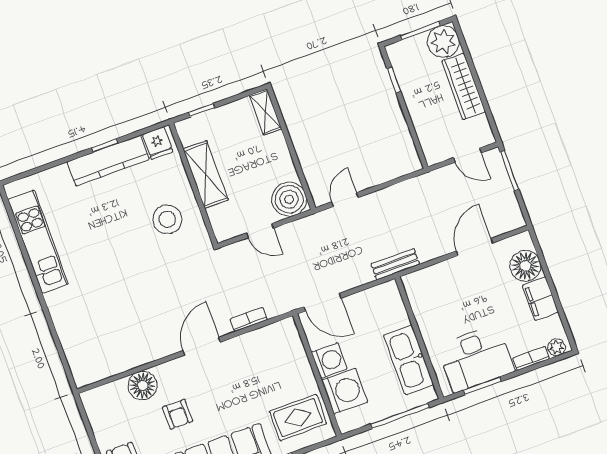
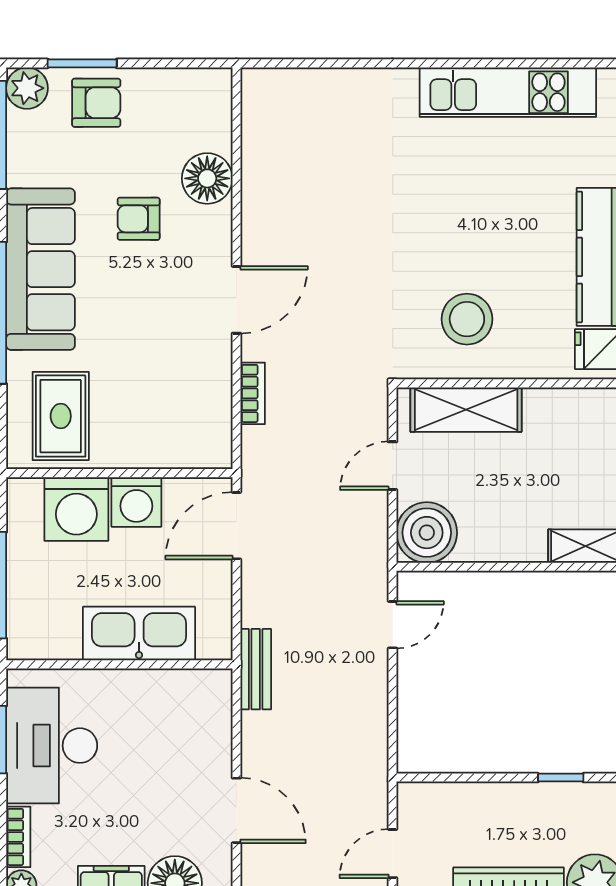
shelving: (206, 174) -> (466, 410), moved
door: (345, 200) -> (393, 625), hinge flipped
door: (202, 346) -> (236, 300), hinge flipped
kitchen sink: (409, 360) -> (139, 634), moved

